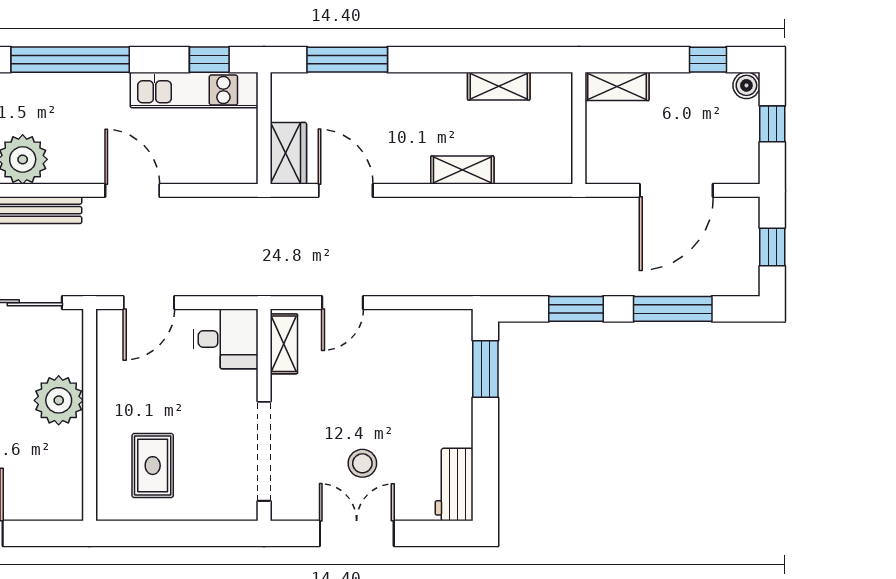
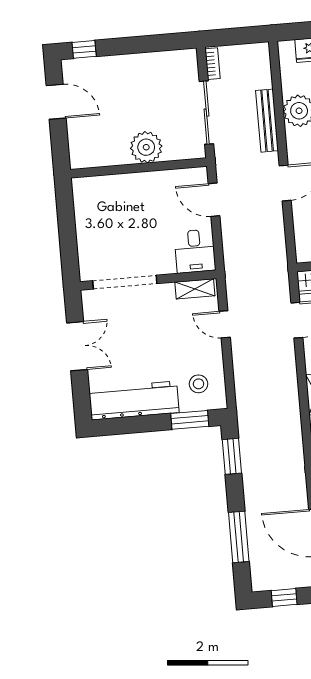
window: (576, 309) -> (232, 456), moved
stool: (362, 463) -> (199, 384), moved
rug: (153, 466) -> (109, 211), removed
workbench: (454, 485) -> (134, 400), width x1.88, depth x1.32

